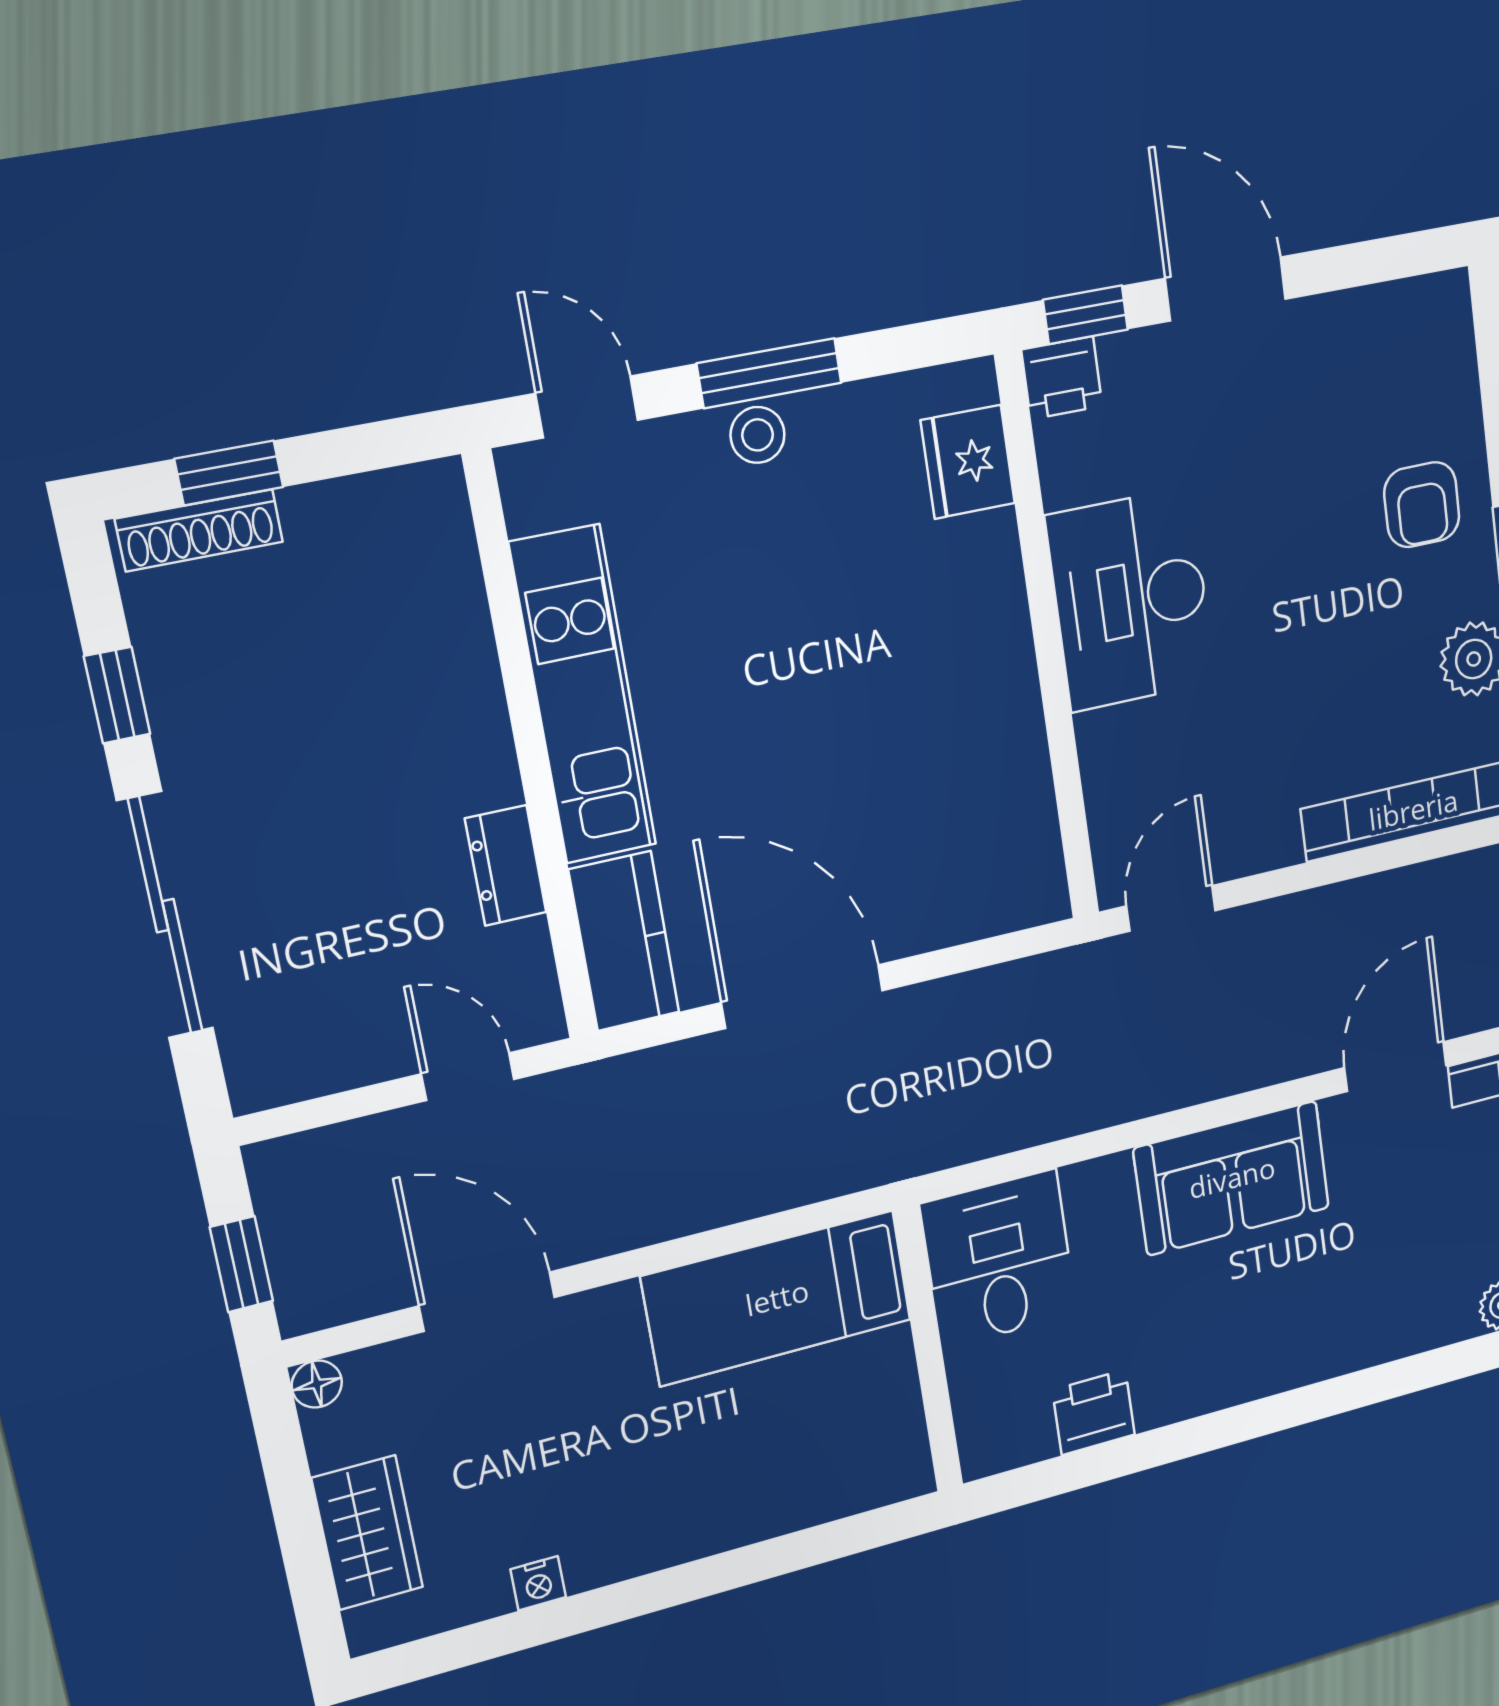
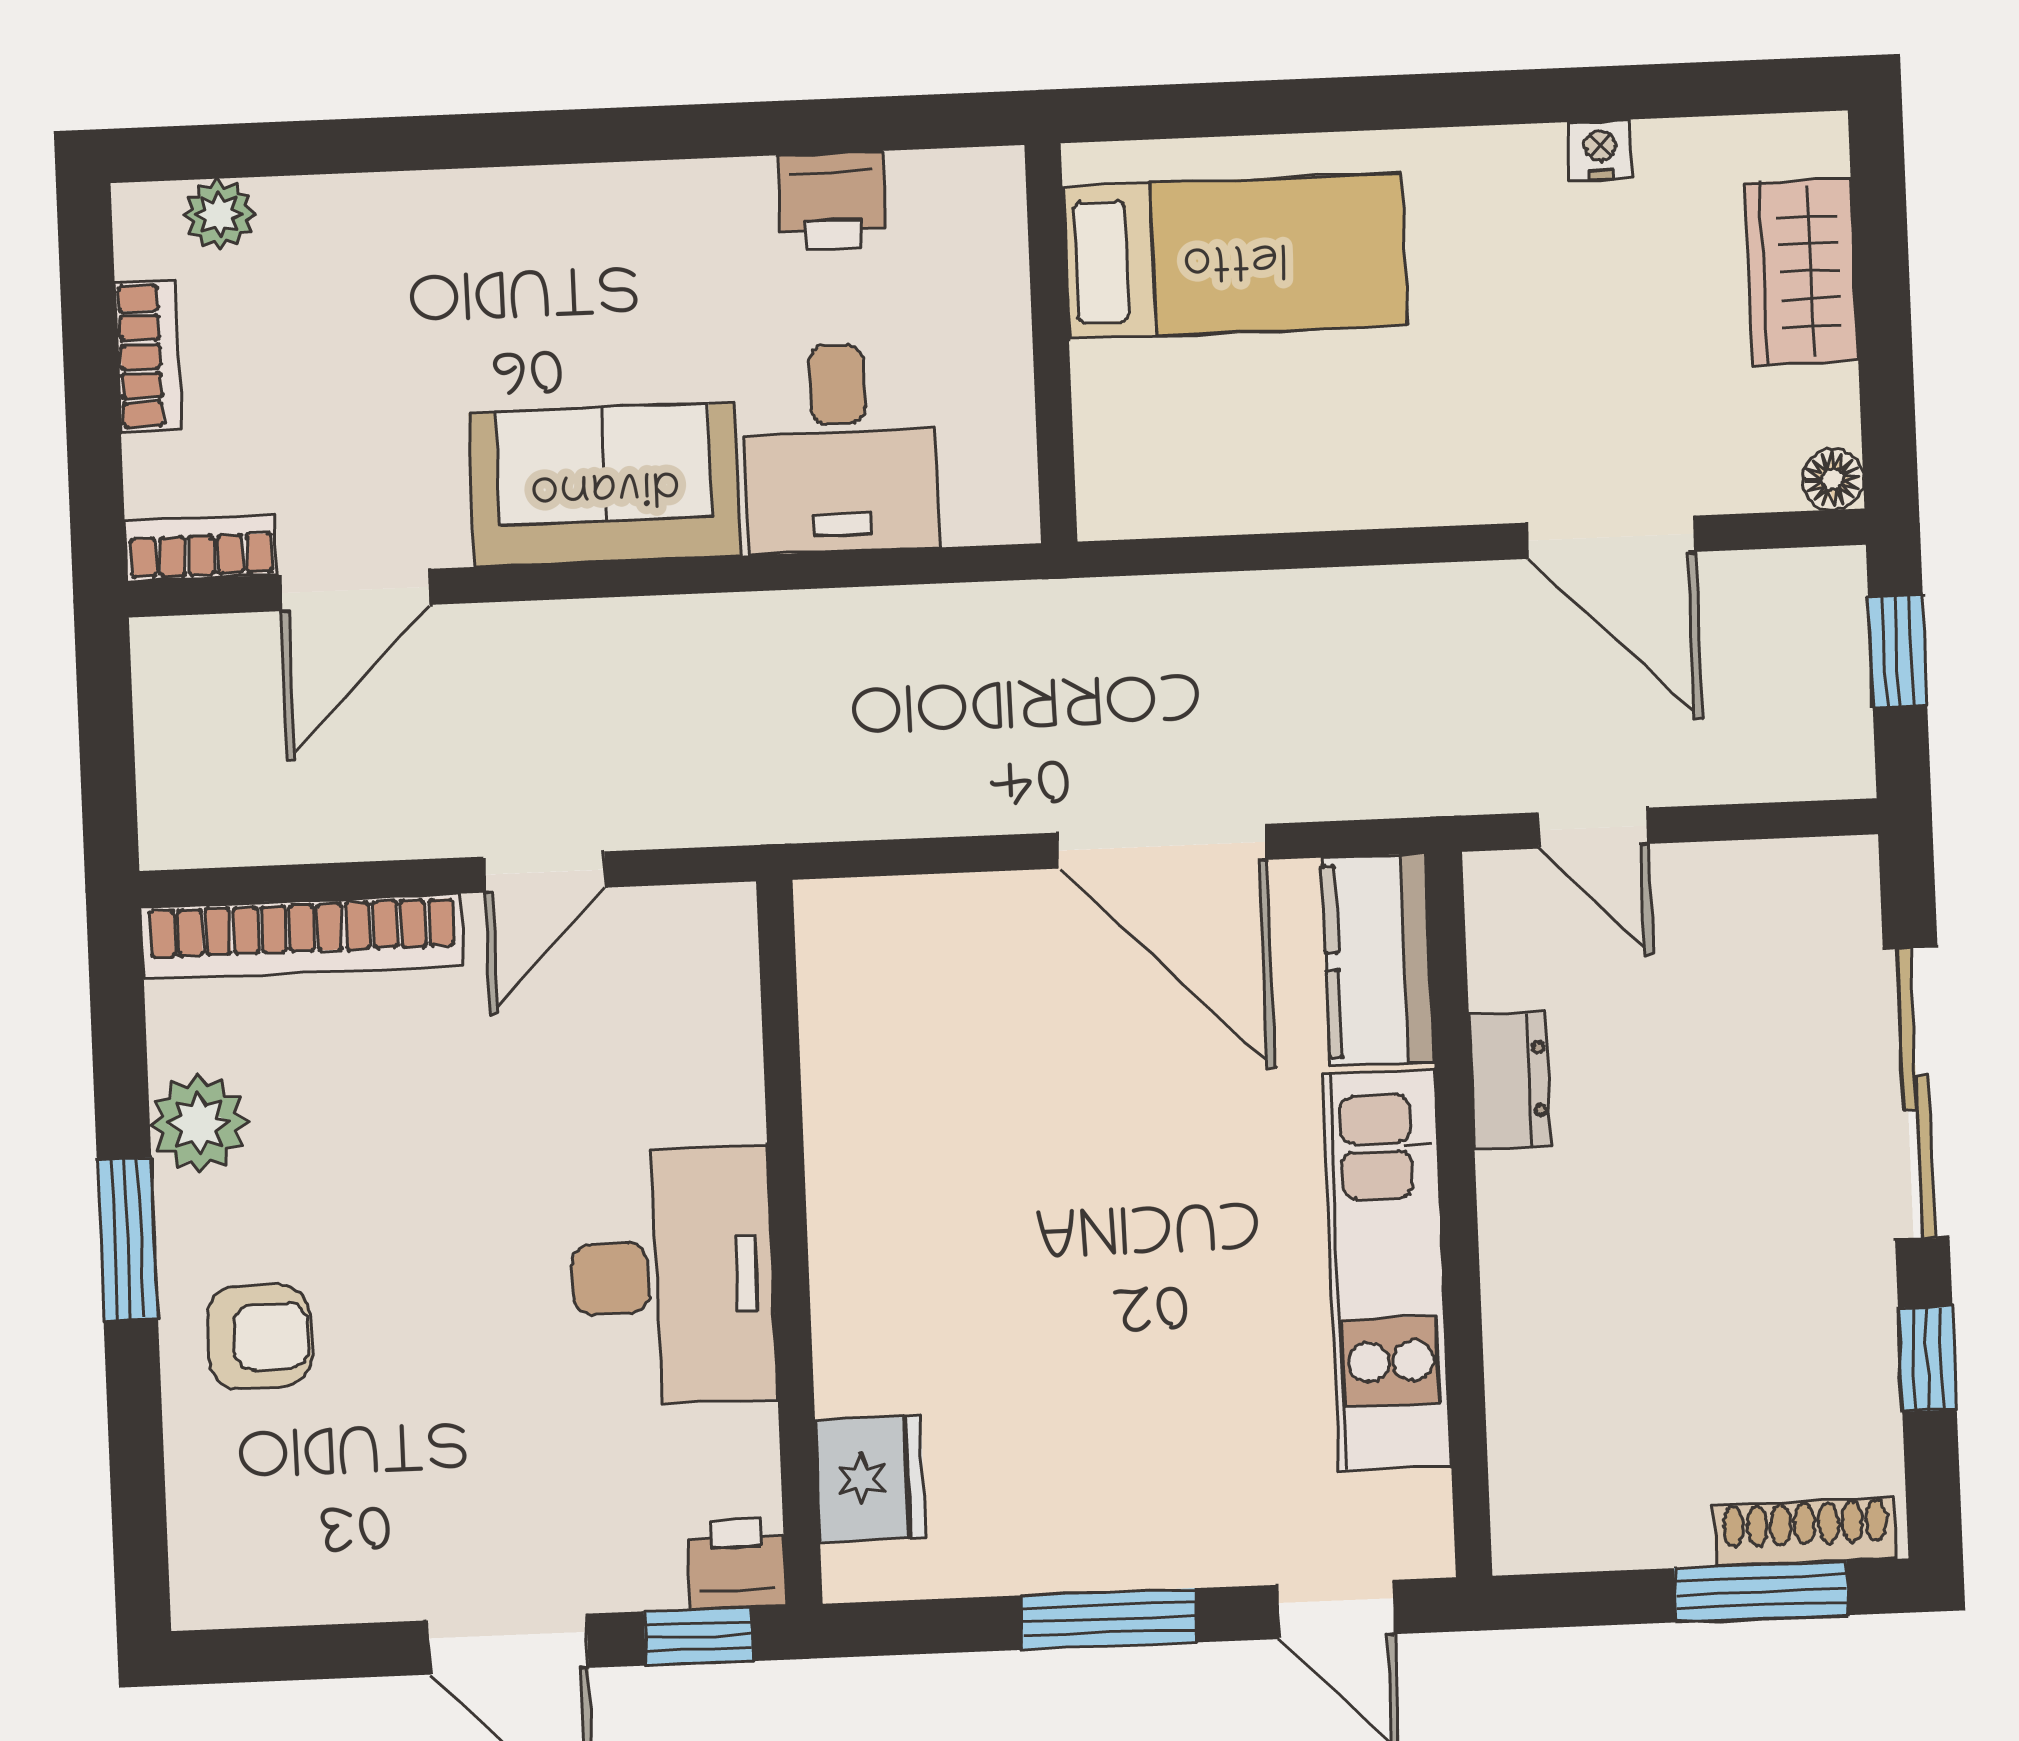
stool: (758, 435) -> (1133, 1548), removed
window: (229, 473) -> (1761, 1592), width x1.50
armchair: (1422, 505) -> (259, 1337), turned 90
door: (1171, 908) -> (544, 872), moved
desk: (999, 1259) -> (840, 448), moved
bed: (777, 1298) -> (1235, 256), moved

